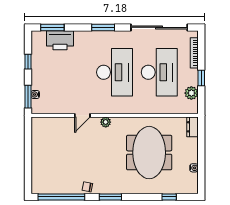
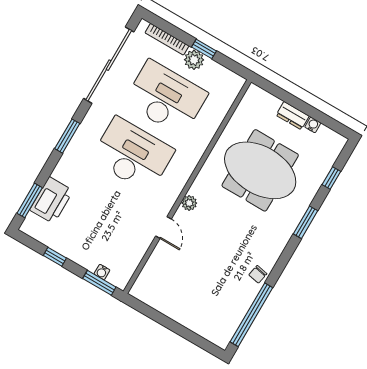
plant: (191, 93) -> (194, 60), moved
dresser: (192, 127) -> (293, 116), moved
window: (110, 197) -> (305, 222), moved

